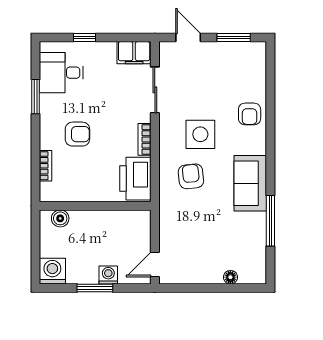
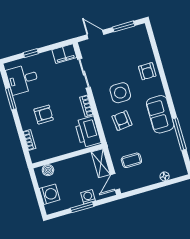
shelving: (142, 231) -> (101, 163), added
coffee table: (188, 239) -> (131, 160), added
washing machine: (52, 271) -> (50, 194), moved, turned 90

